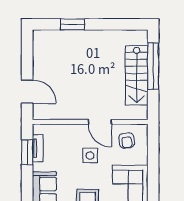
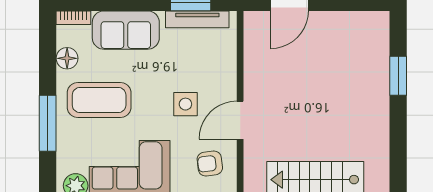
tv unit: (38, 148) -> (197, 19), width x1.41

